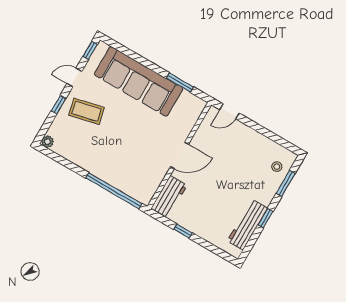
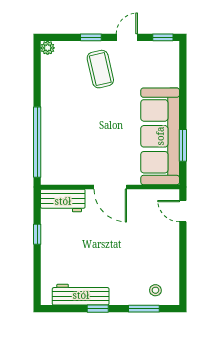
door: (74, 77) -> (127, 37), hinge flipped
sofa: (139, 81) -> (160, 136), moved

